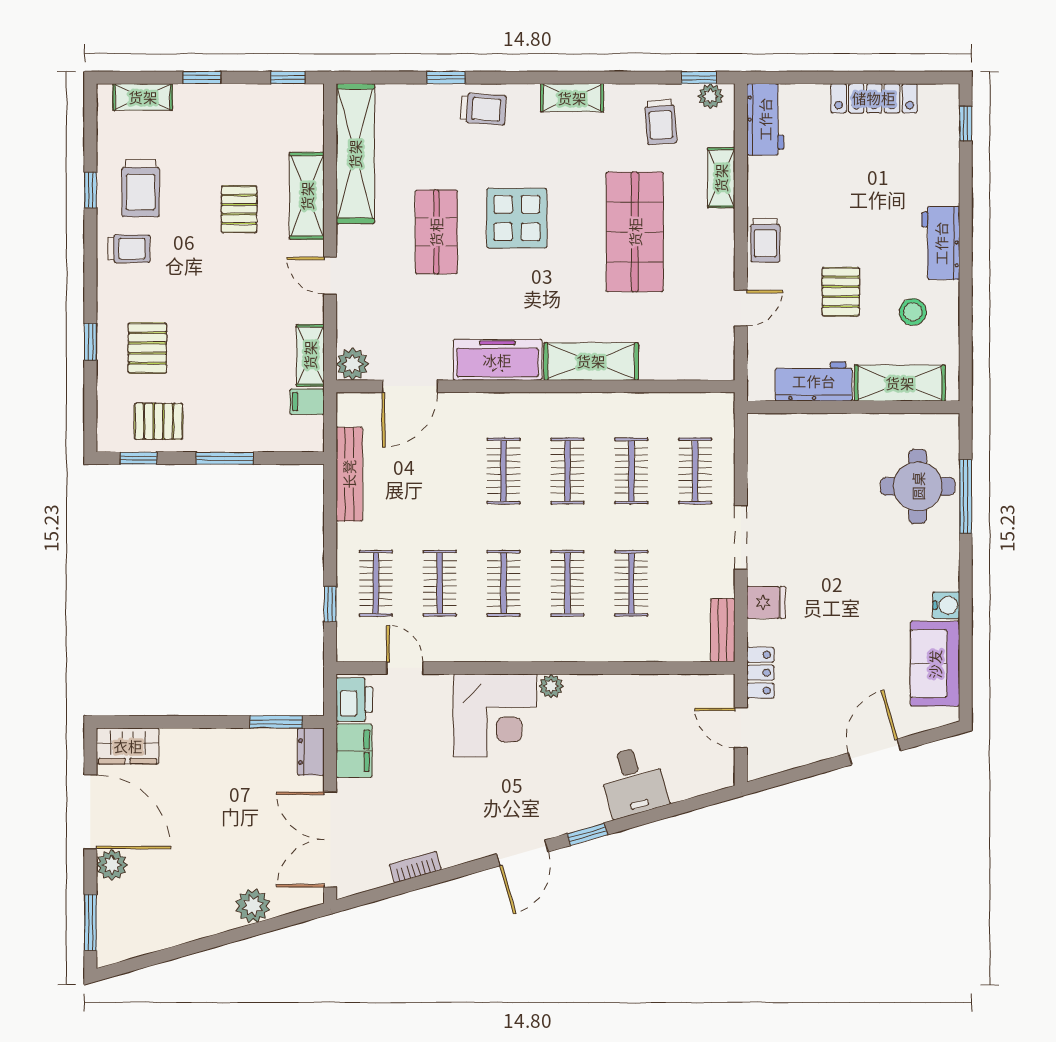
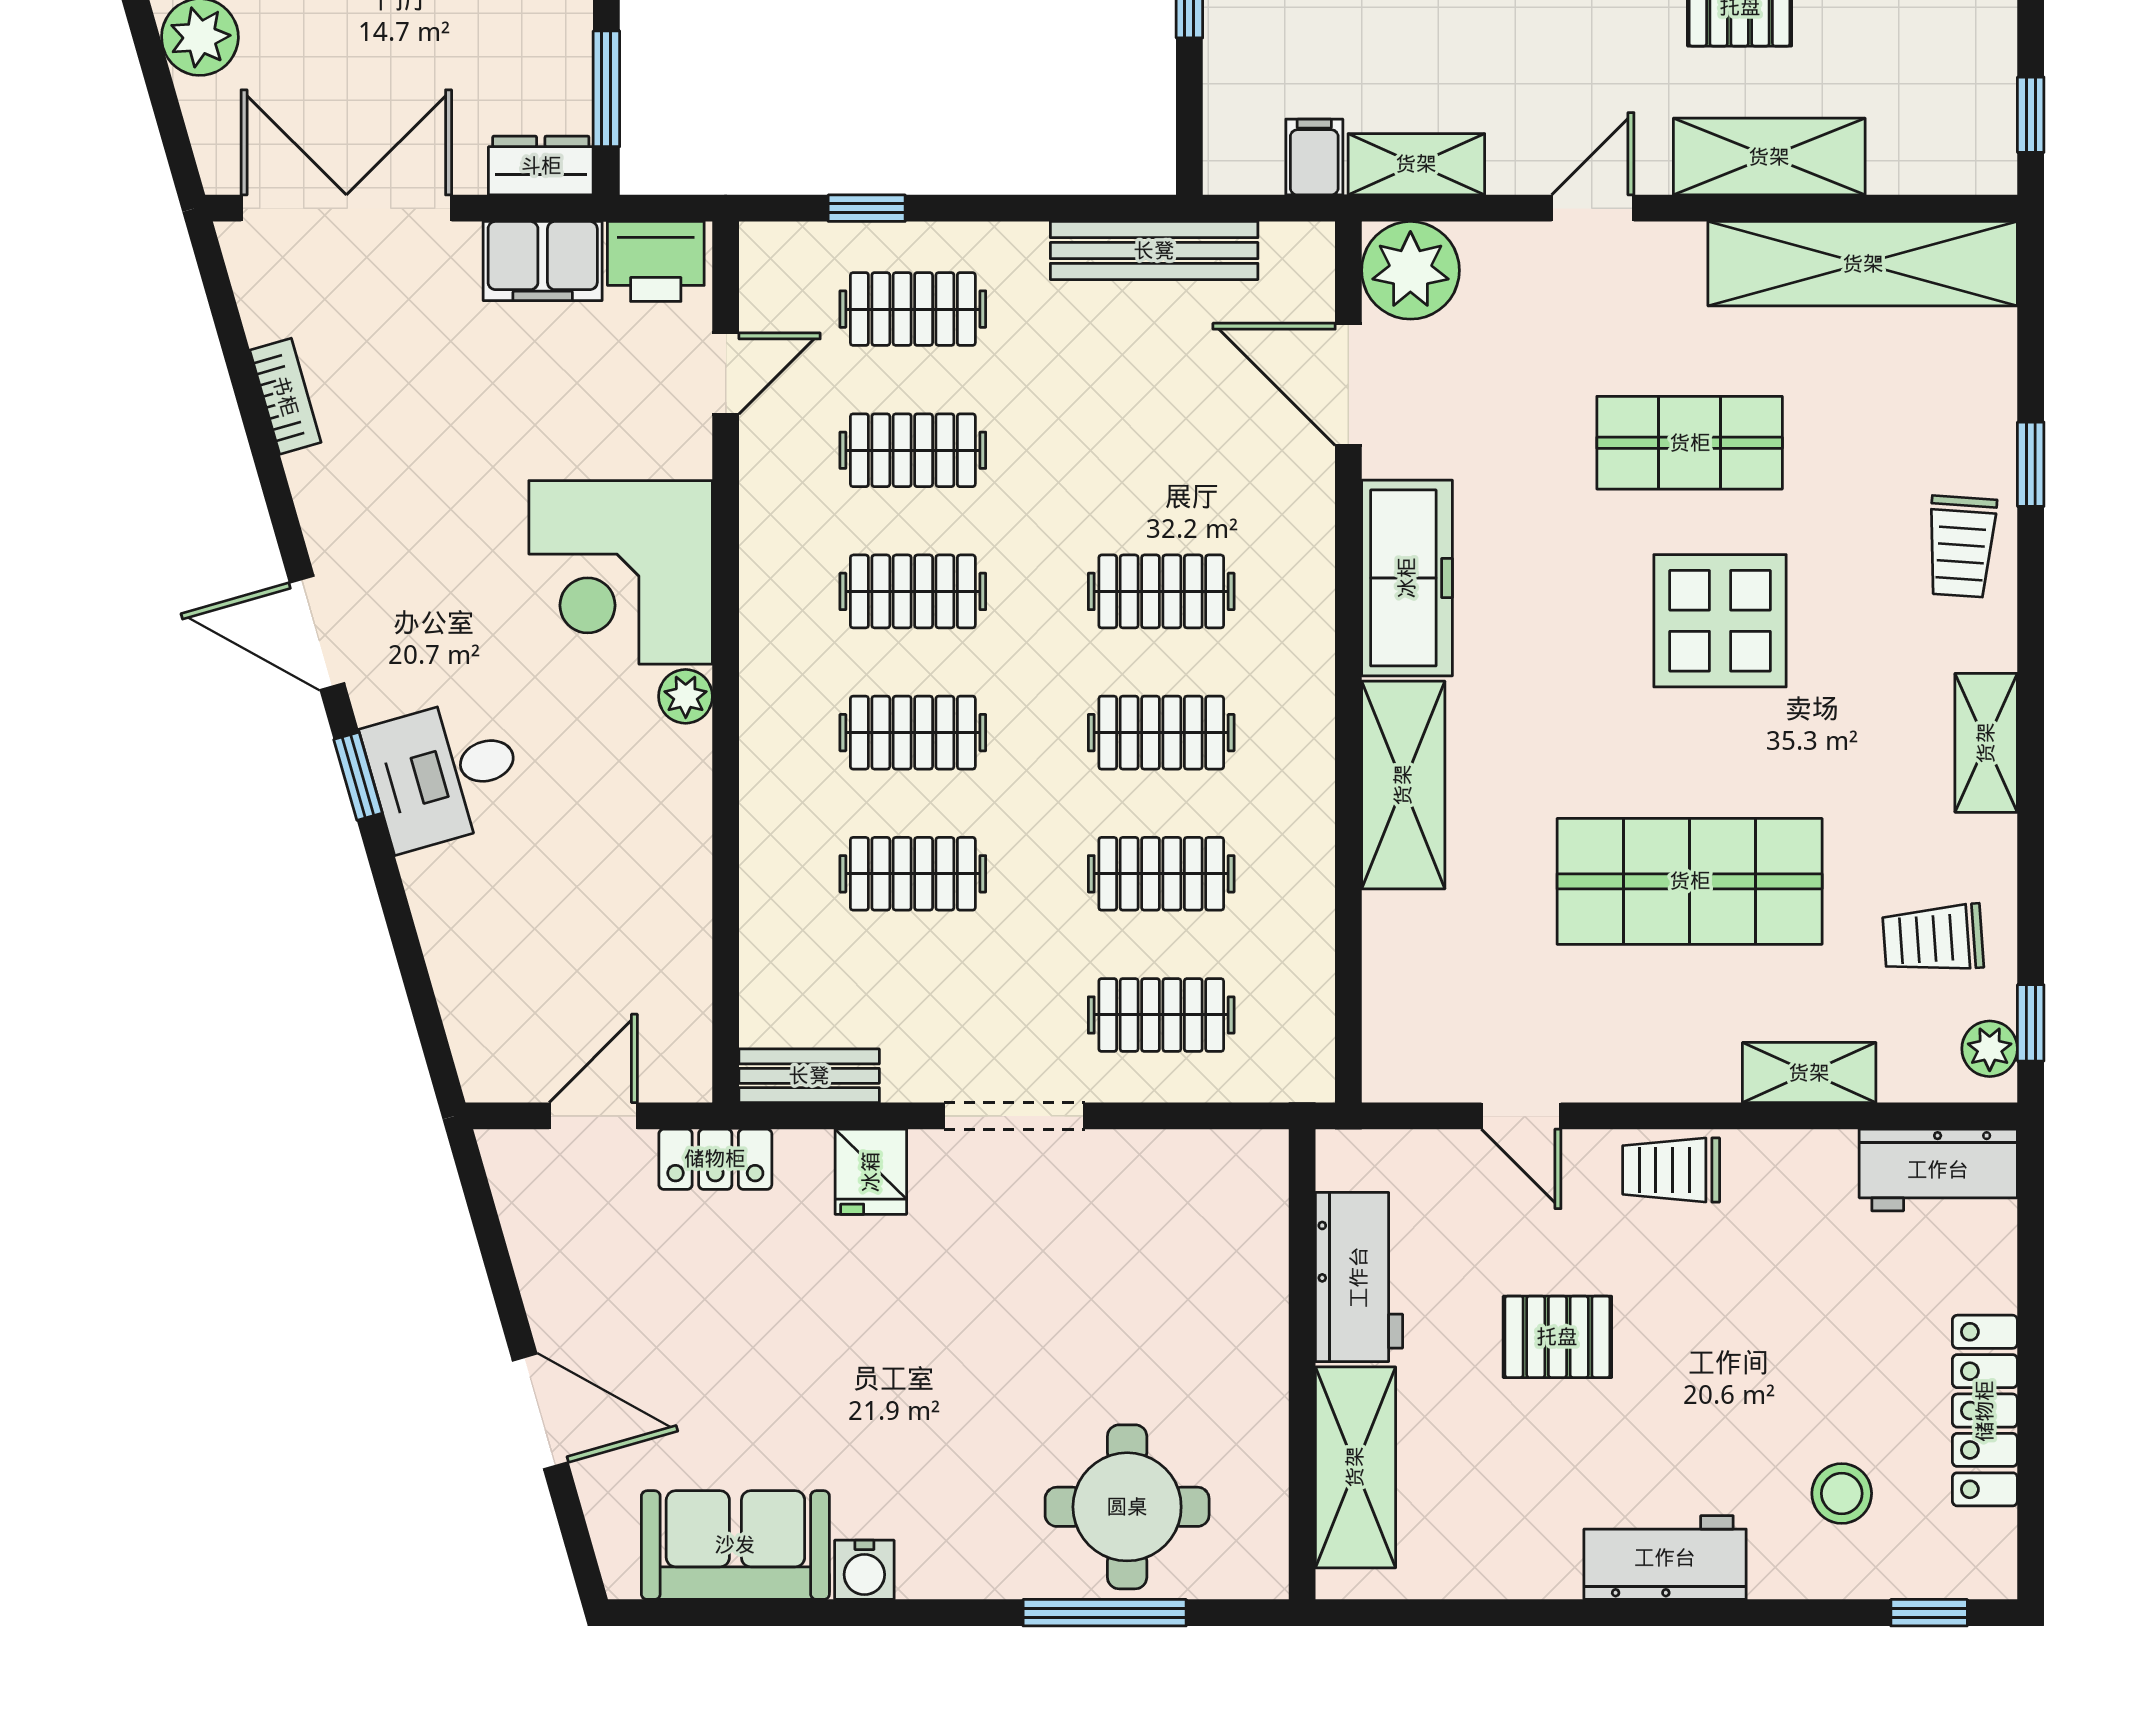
stool: (913, 312) -> (1842, 1493), moved
plant: (352, 364) -> (1410, 270), width x1.36, depth x1.36
desk: (633, 782) -> (445, 773), moved

